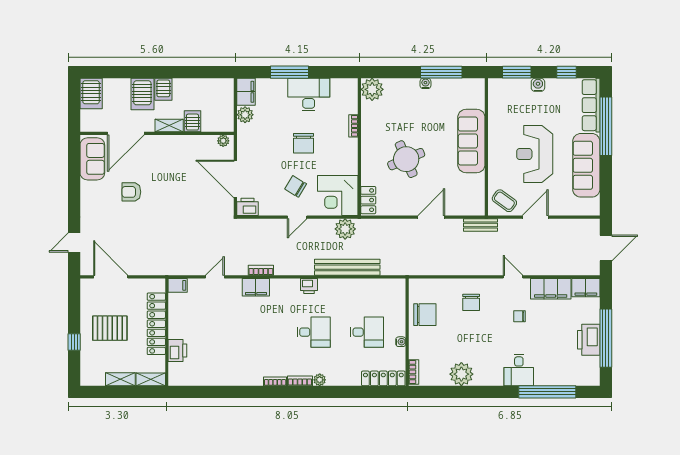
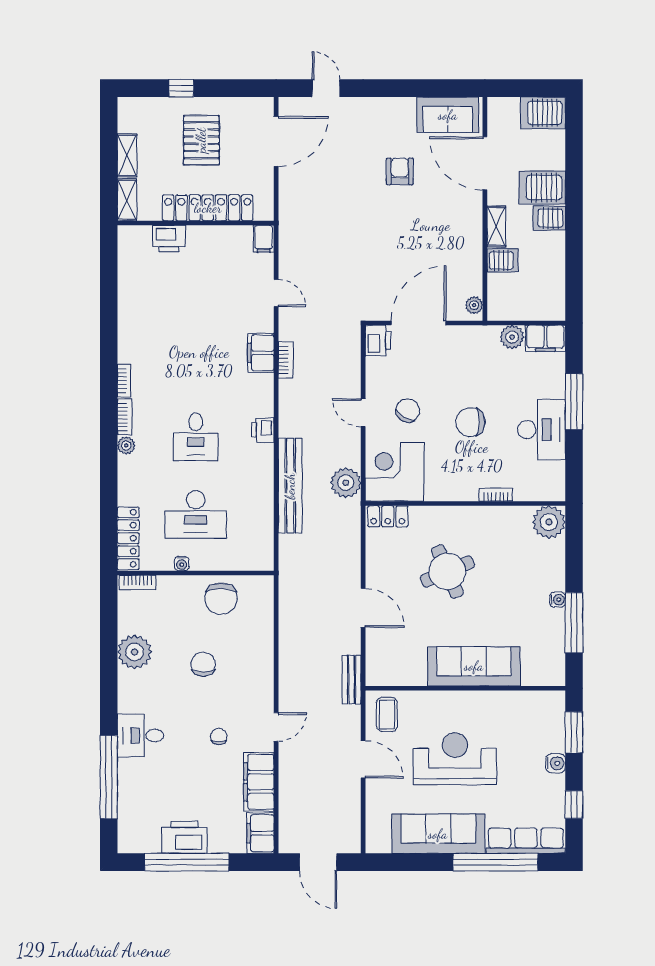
coffee table: (504, 201) -> (387, 714), turned -36
chair: (471, 302) -> (203, 664), moved, turned 90
desk: (367, 332) -> (196, 514), width x1.37

